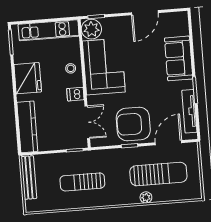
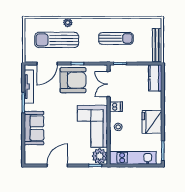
kitchen counter: (27, 127) -> (155, 78), width x0.67

